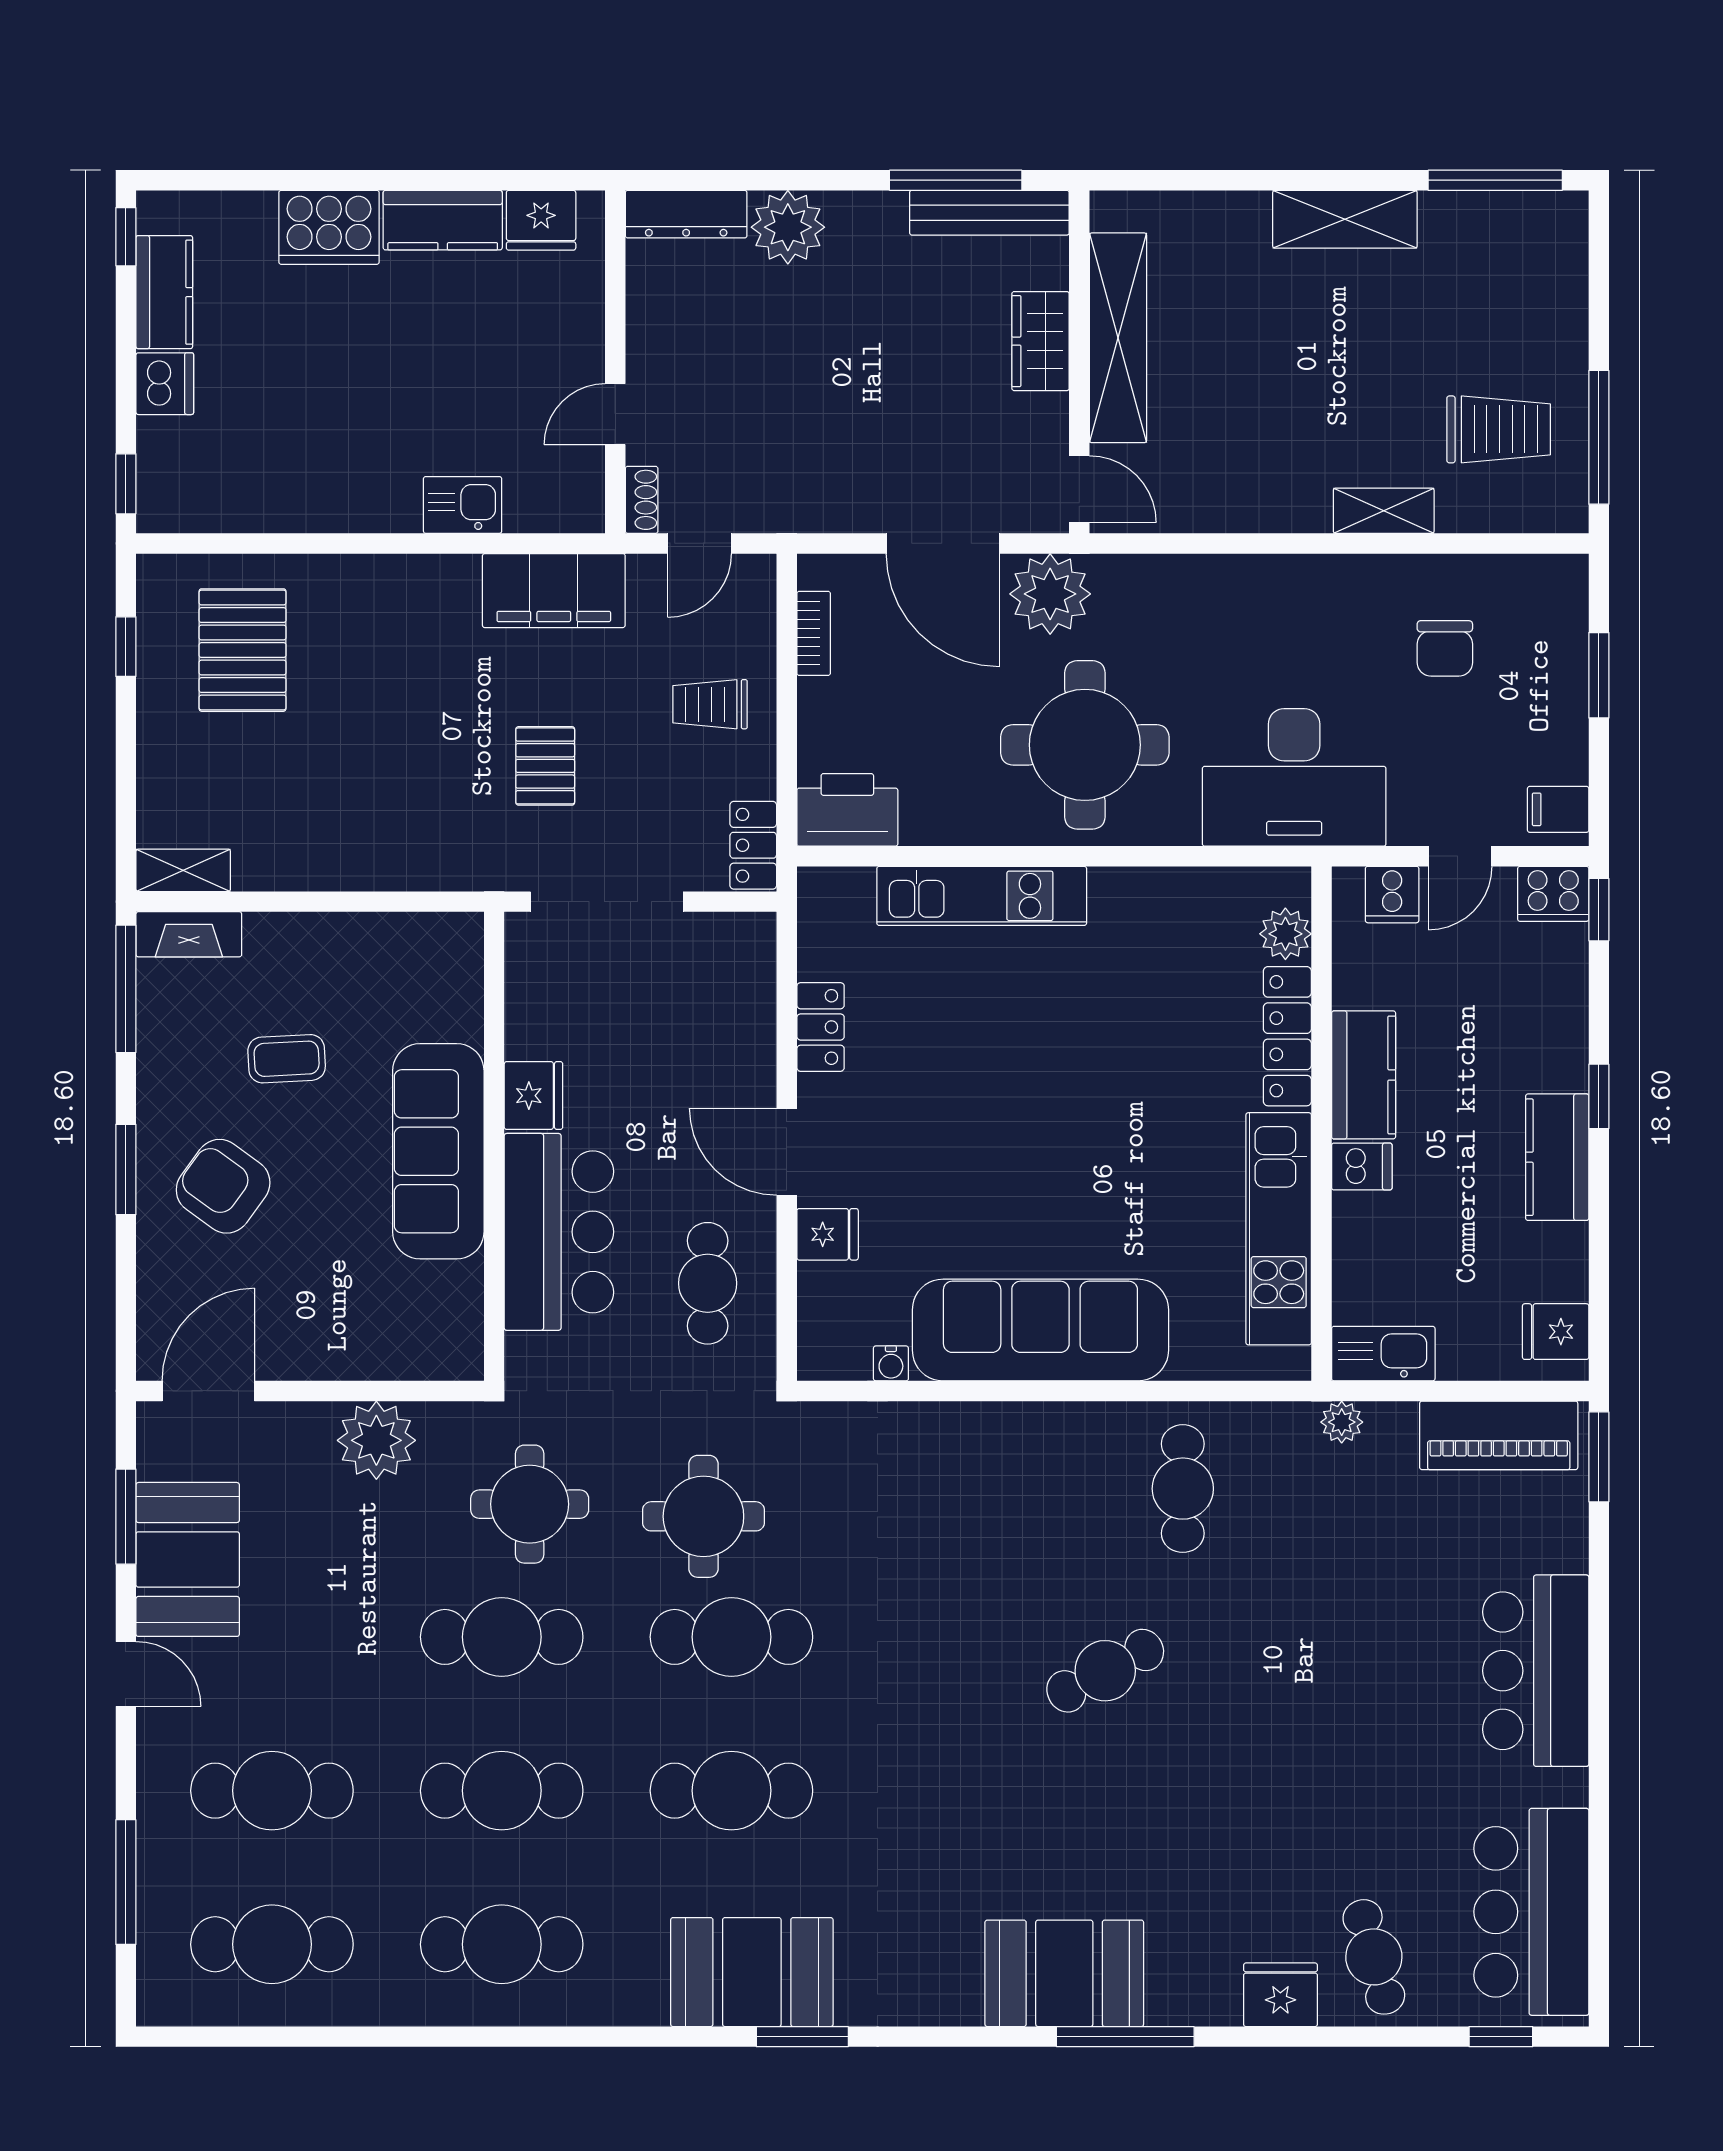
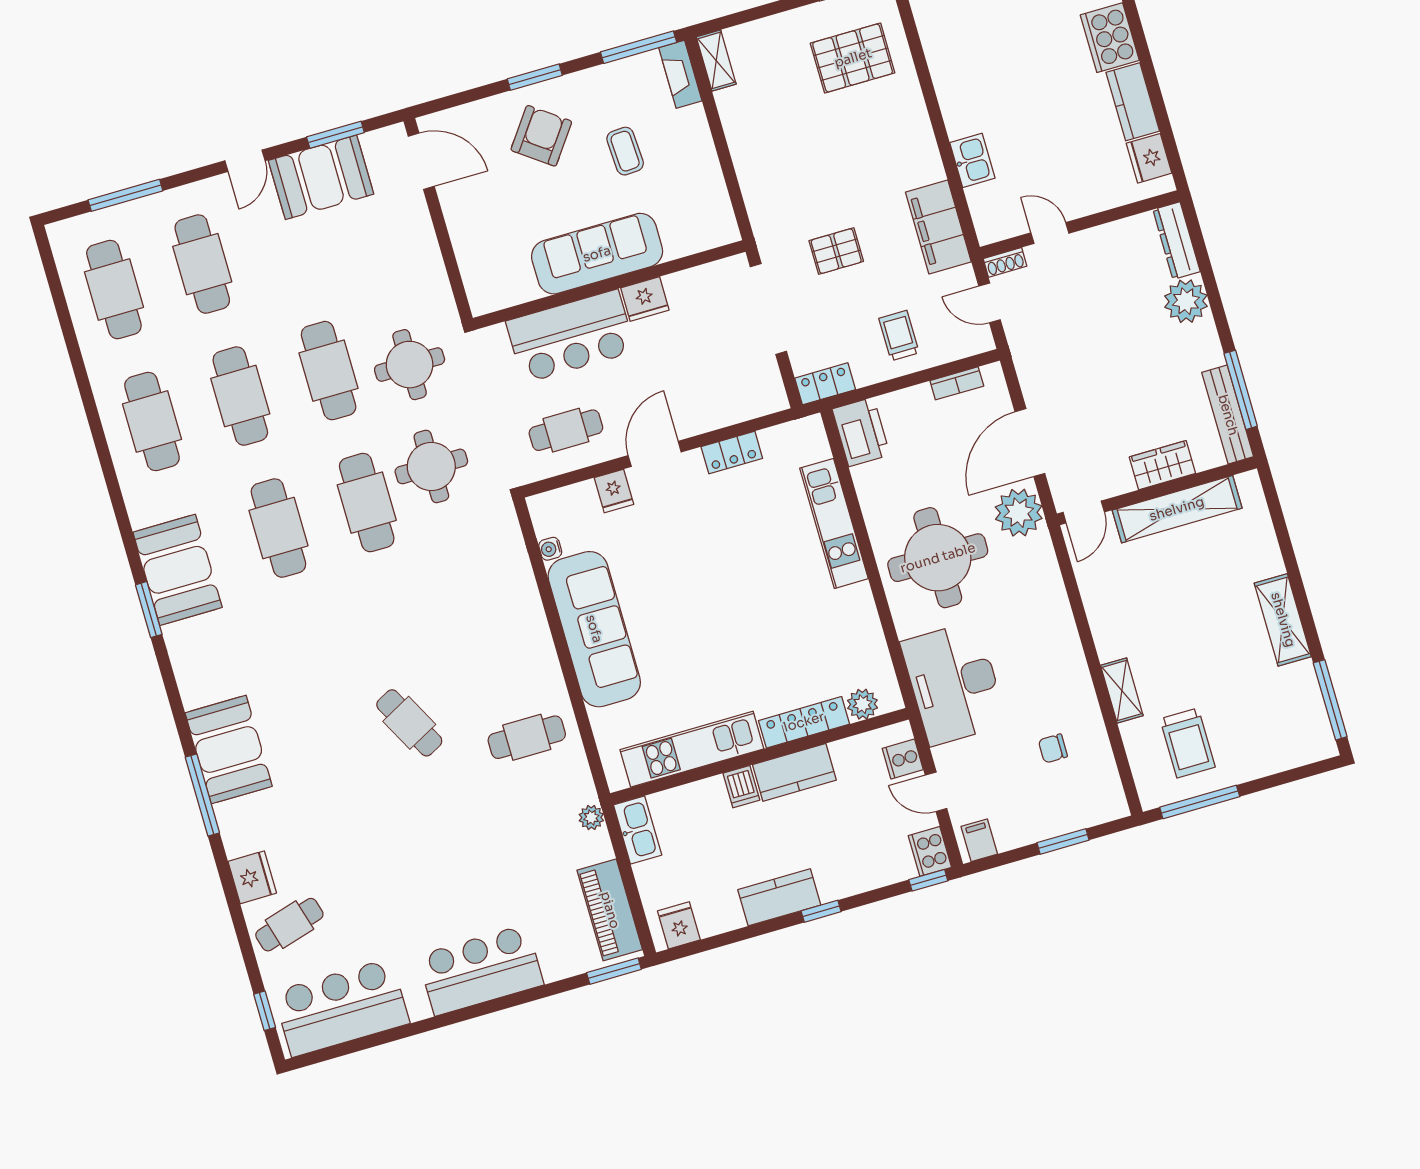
chair: (1445, 648) -> (1053, 748), width x0.73, depth x0.73
plant: (376, 1440) -> (421, 266), removed

